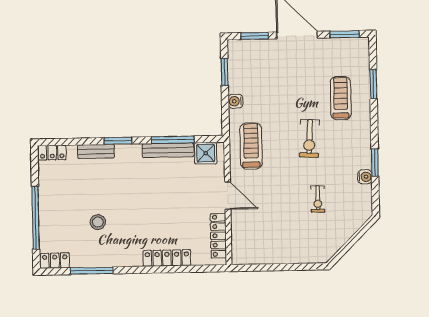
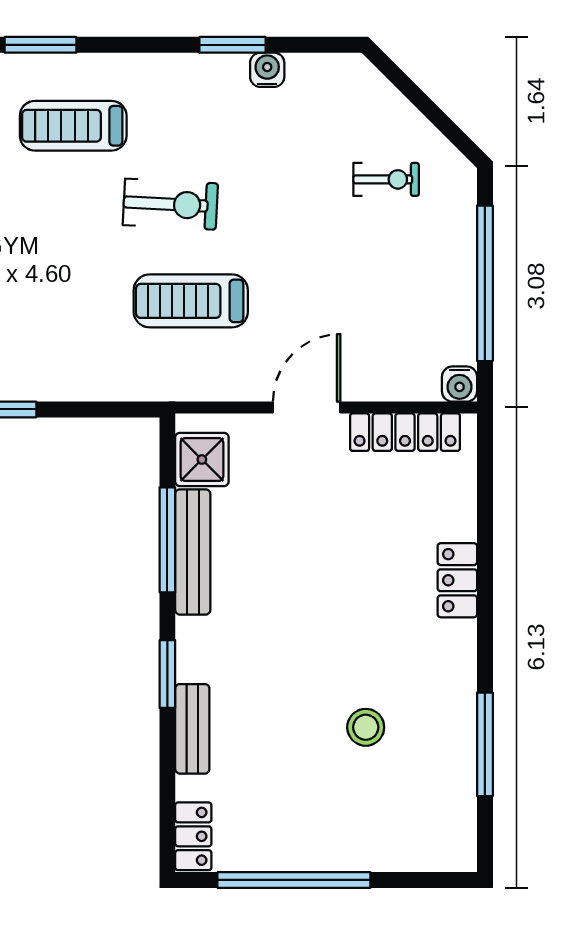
water cooler: (235, 101) -> (460, 384), moved
treadmill: (251, 146) -> (191, 301), moved
exercise bike: (318, 199) -> (386, 179), moved
window: (36, 218) -> (294, 880), moved
locker: (167, 258) -> (457, 580), width x0.66
locker: (55, 261) -> (458, 835), removed
window: (280, 267) -> (485, 283), added

